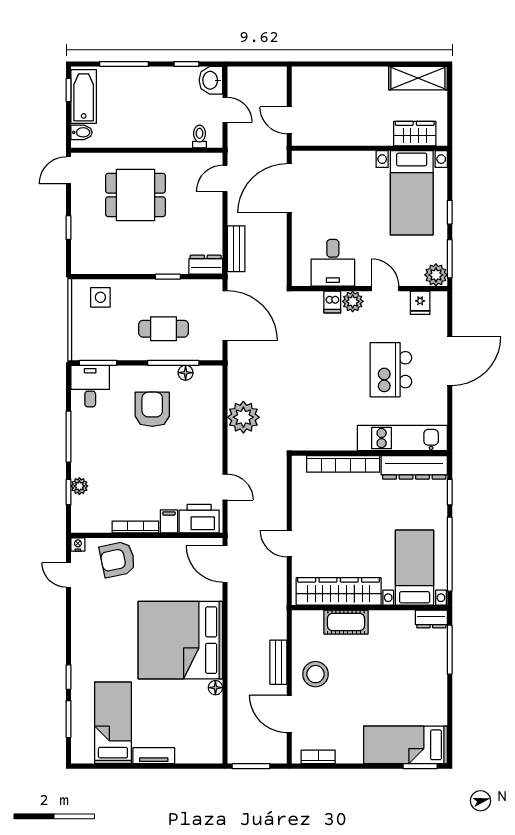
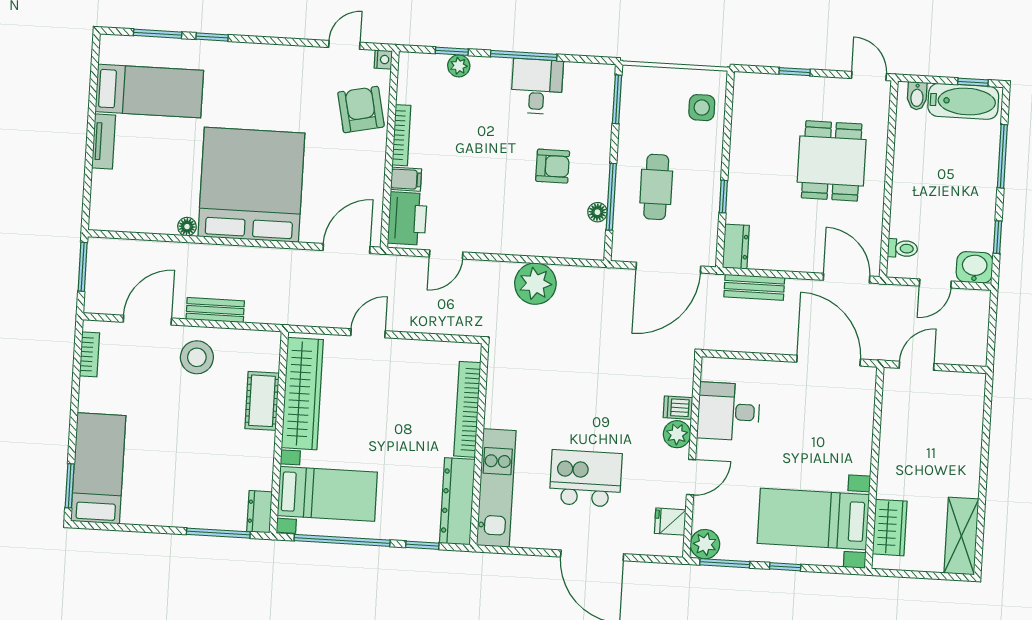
door: (225, 178) -> (846, 278), width x1.38
desk: (90, 386) -> (537, 86), moved, turned -90
armchair: (152, 409) -> (553, 166), width x0.72, depth x0.72

